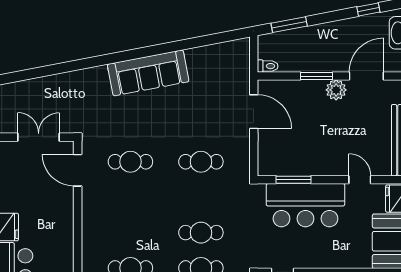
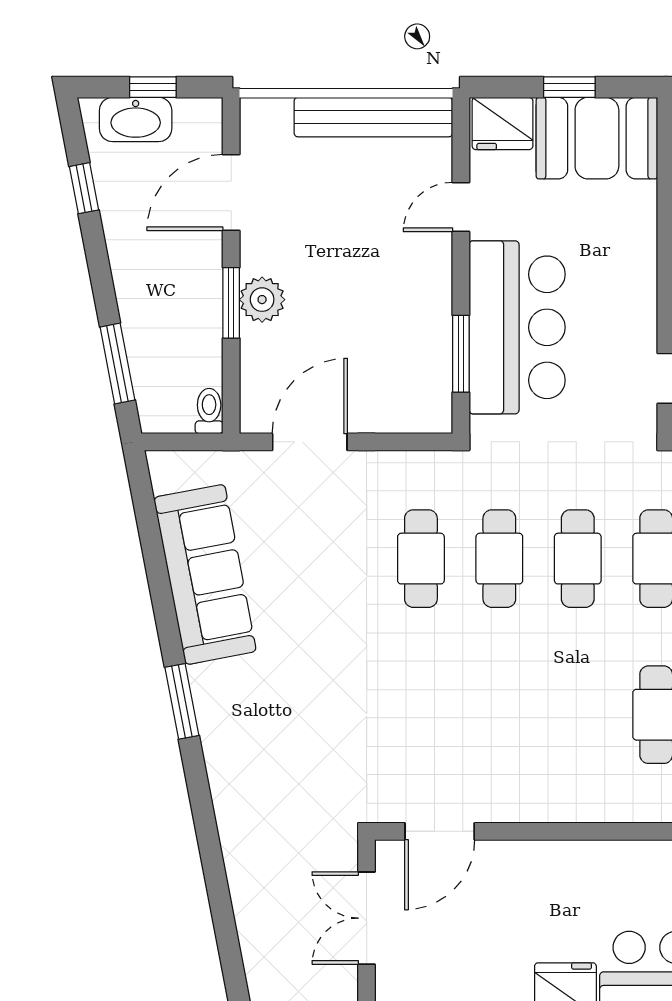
window: (136, 54) -> (182, 701), added
sofa: (148, 73) -> (205, 574), moved
door: (366, 76) -> (231, 193), hinge flipped
plant: (336, 90) -> (262, 300), moved
cafe table: (130, 162) -> (499, 559), moved

